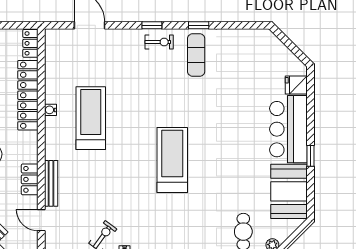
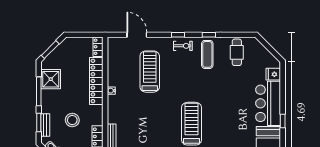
cafe table: (241, 52) -> (237, 52), added
treadmill: (91, 118) -> (150, 72), moved

